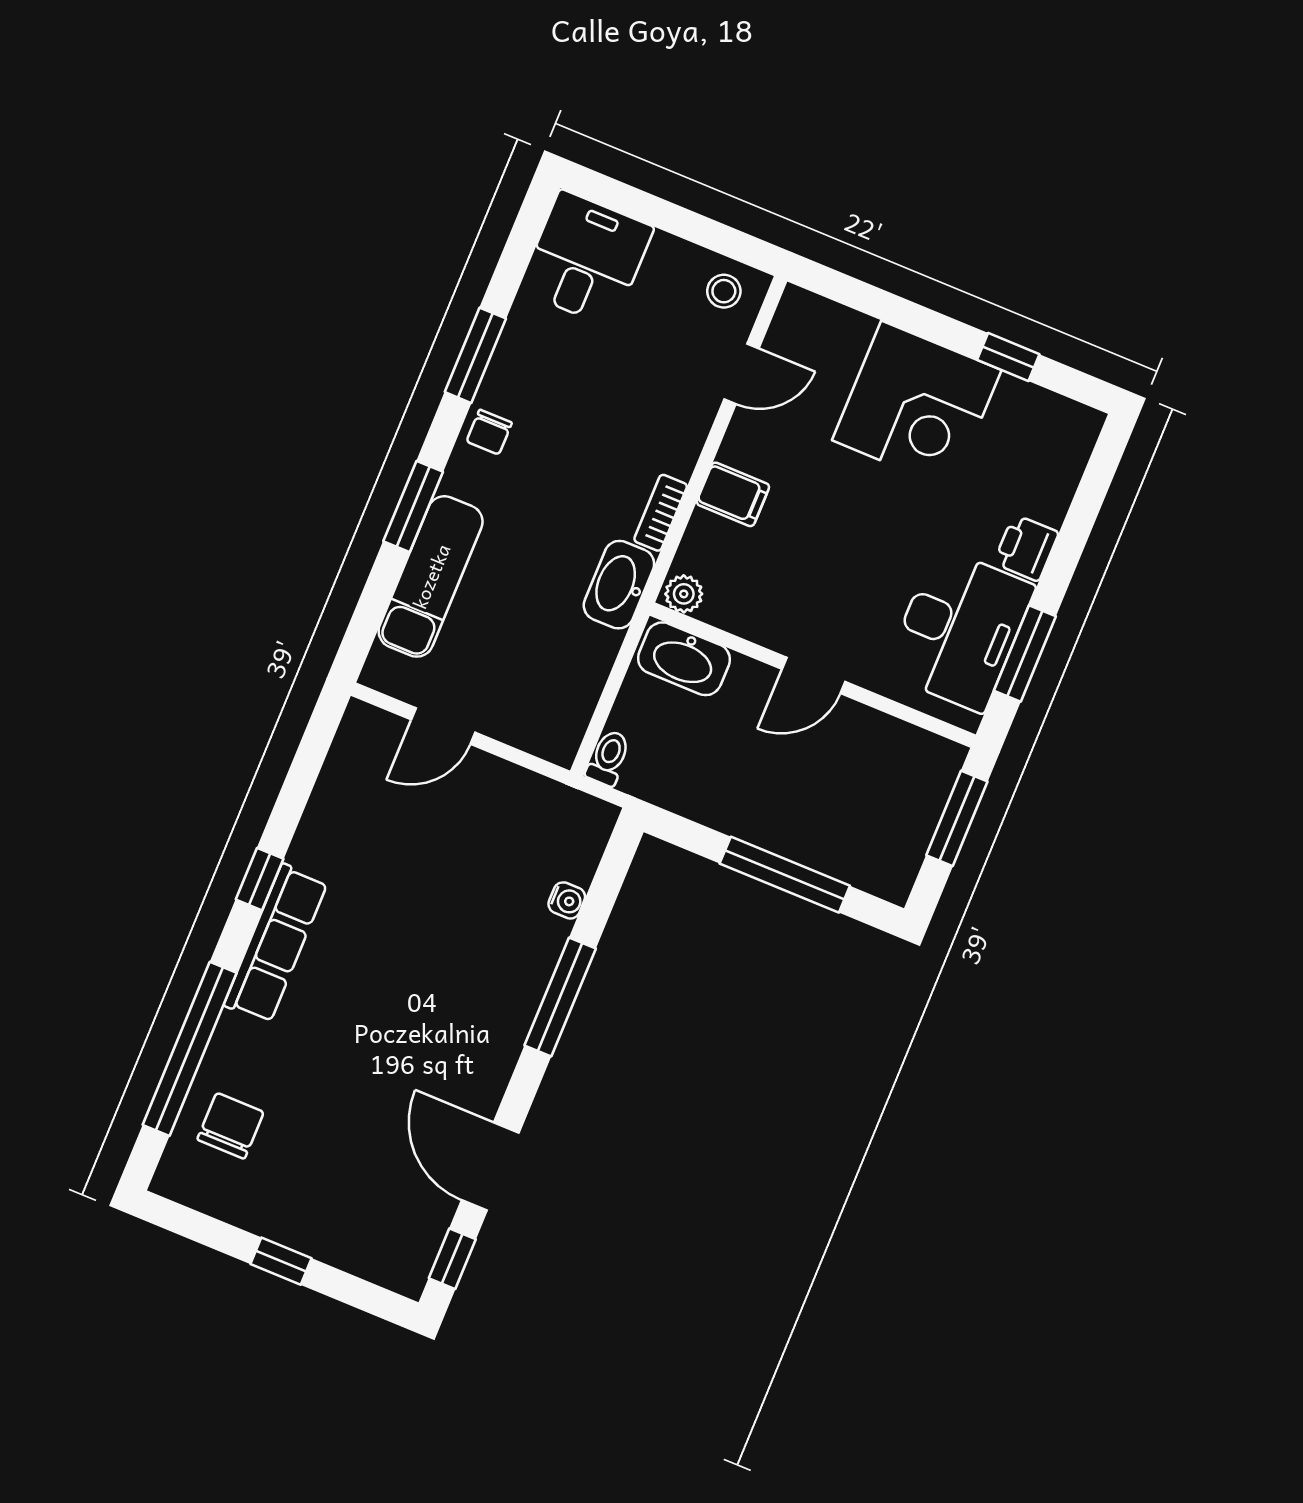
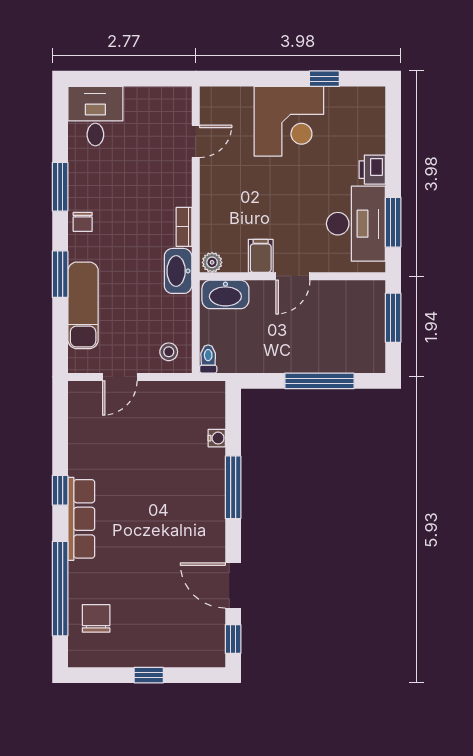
stool: (724, 291) -> (169, 352), moved
filing cabinet: (733, 494) -> (261, 256), moved, turned -90

